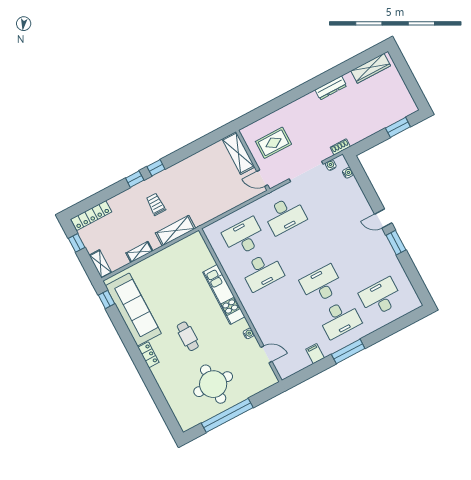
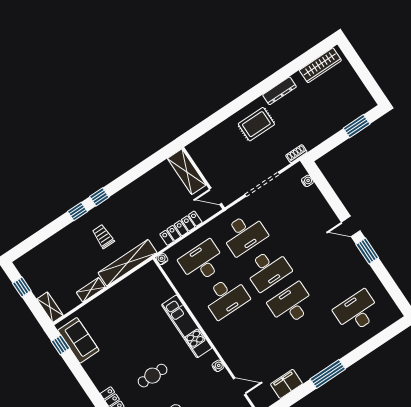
rug: (273, 143) -> (256, 124), moved
water cooler: (331, 165) -> (162, 259), moved
locker: (91, 216) -> (181, 228), moved, turned 180
shelving: (175, 231) -> (127, 263), width x1.47
sofa: (133, 310) -> (78, 340), width x0.54, depth x0.79
desk: (340, 319) -> (268, 269), moved
cafe table: (188, 336) -> (153, 376), turned 90
filing cabinet: (315, 354) -> (286, 384), width x2.00

